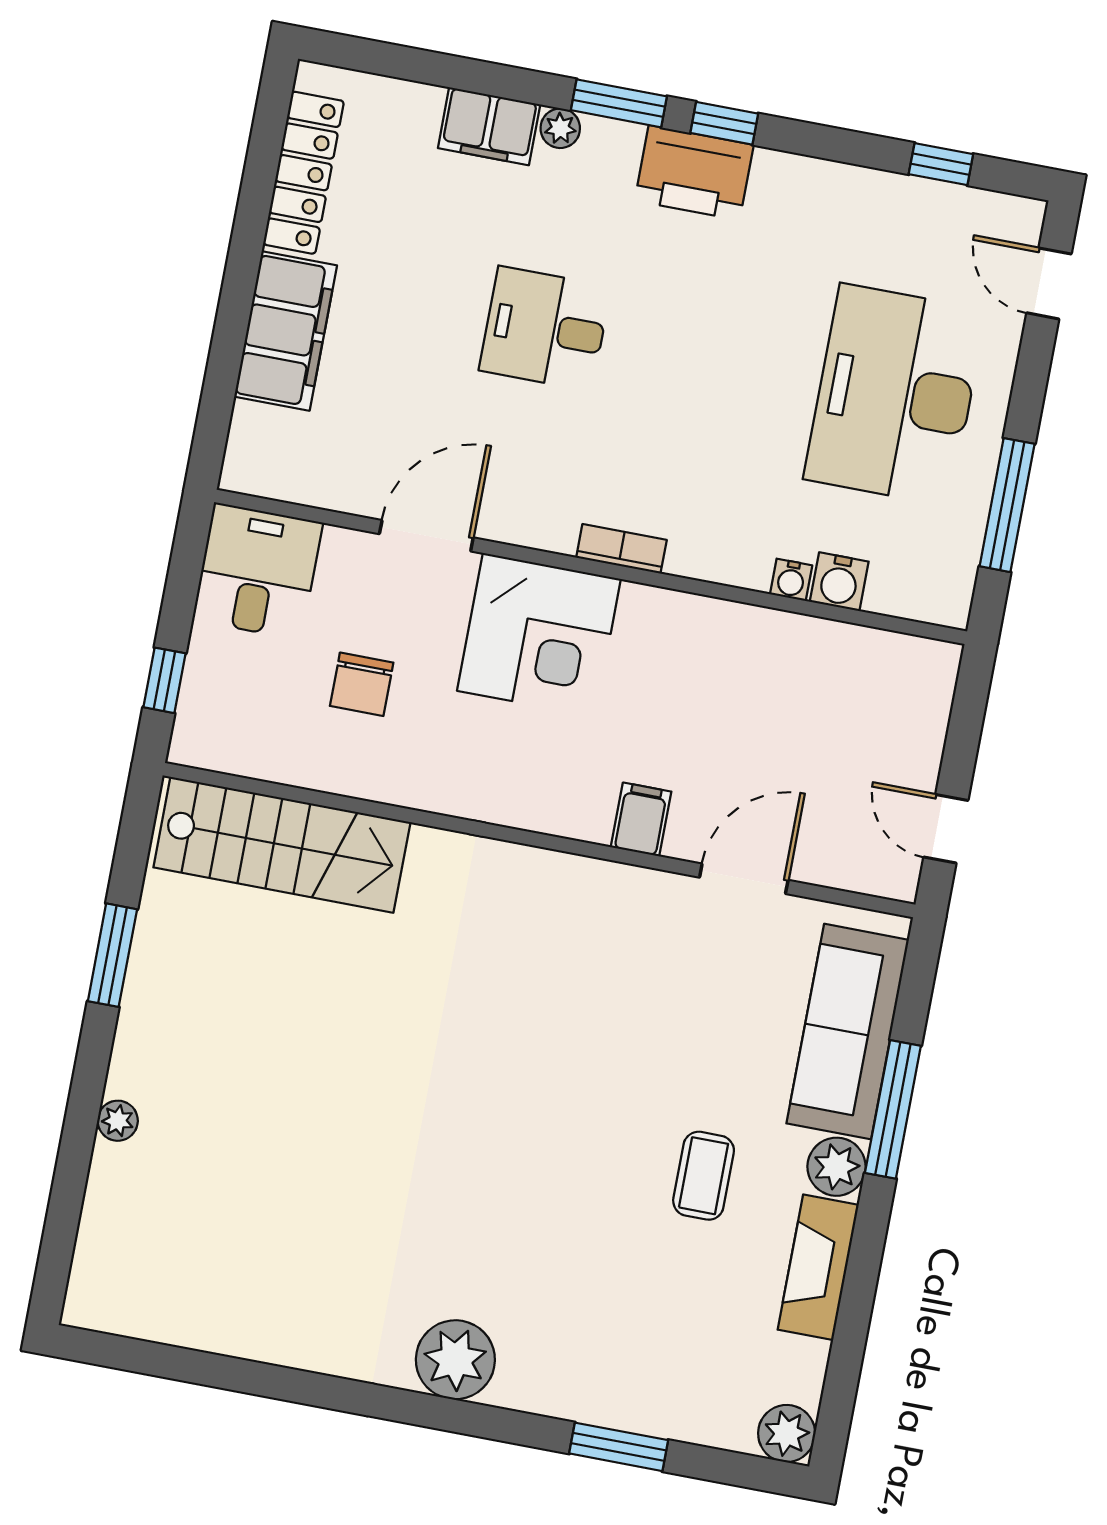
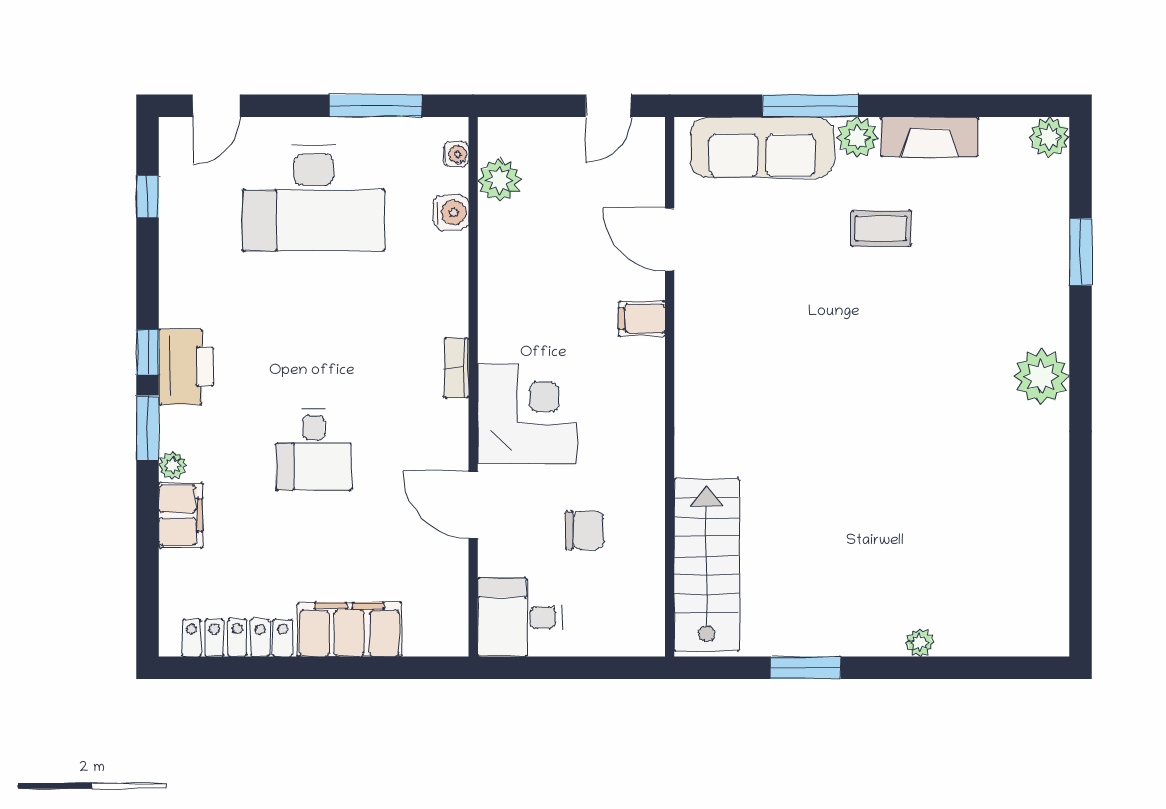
water cooler: (791, 580) -> (456, 154), moved
plant: (871, 657) -> (499, 180), added
window: (164, 680) -> (608, 668), removed

